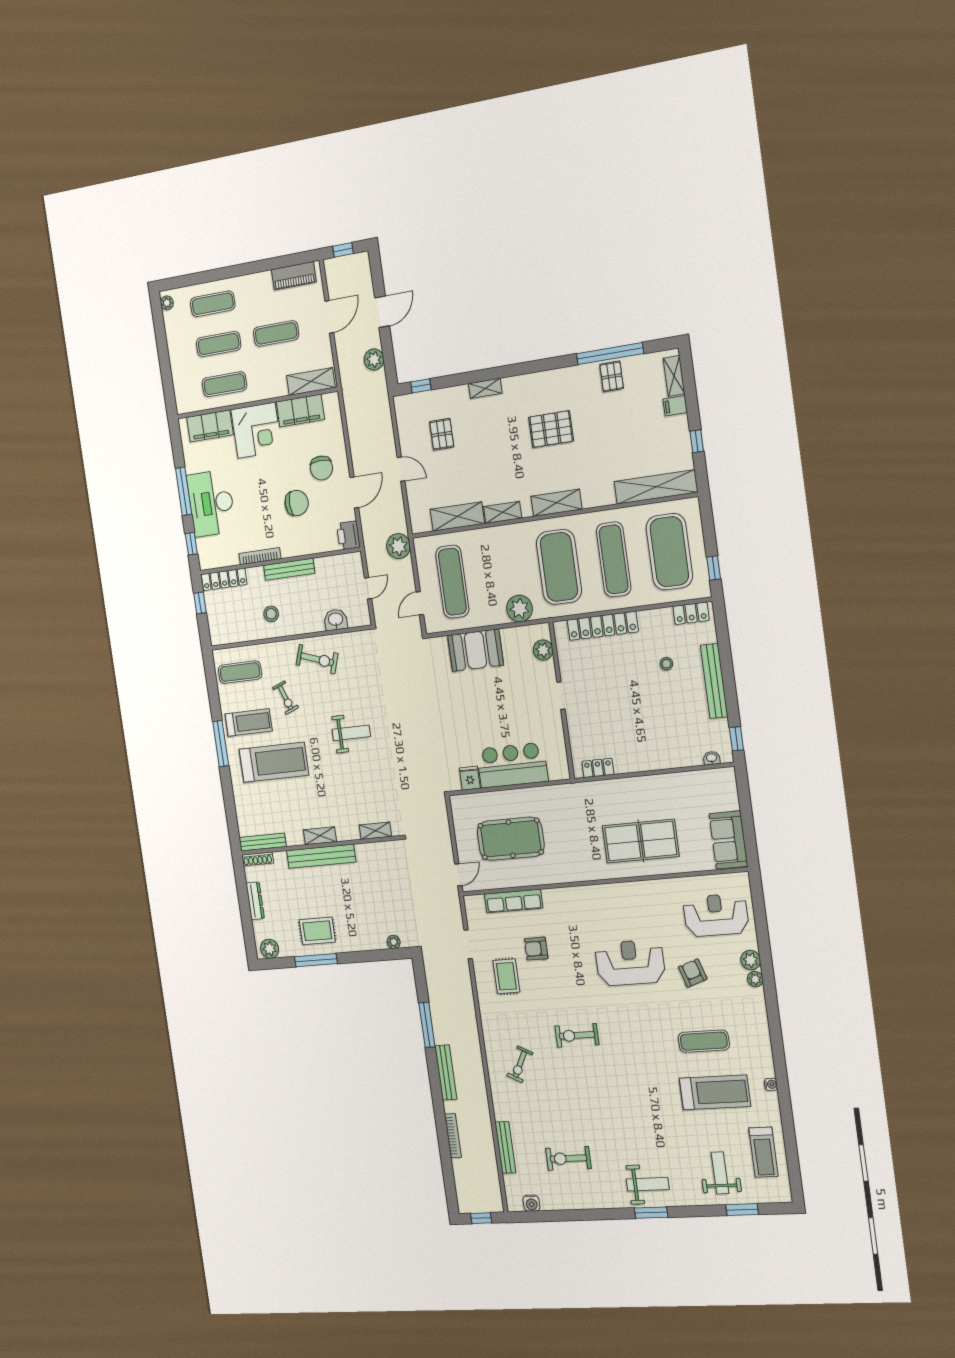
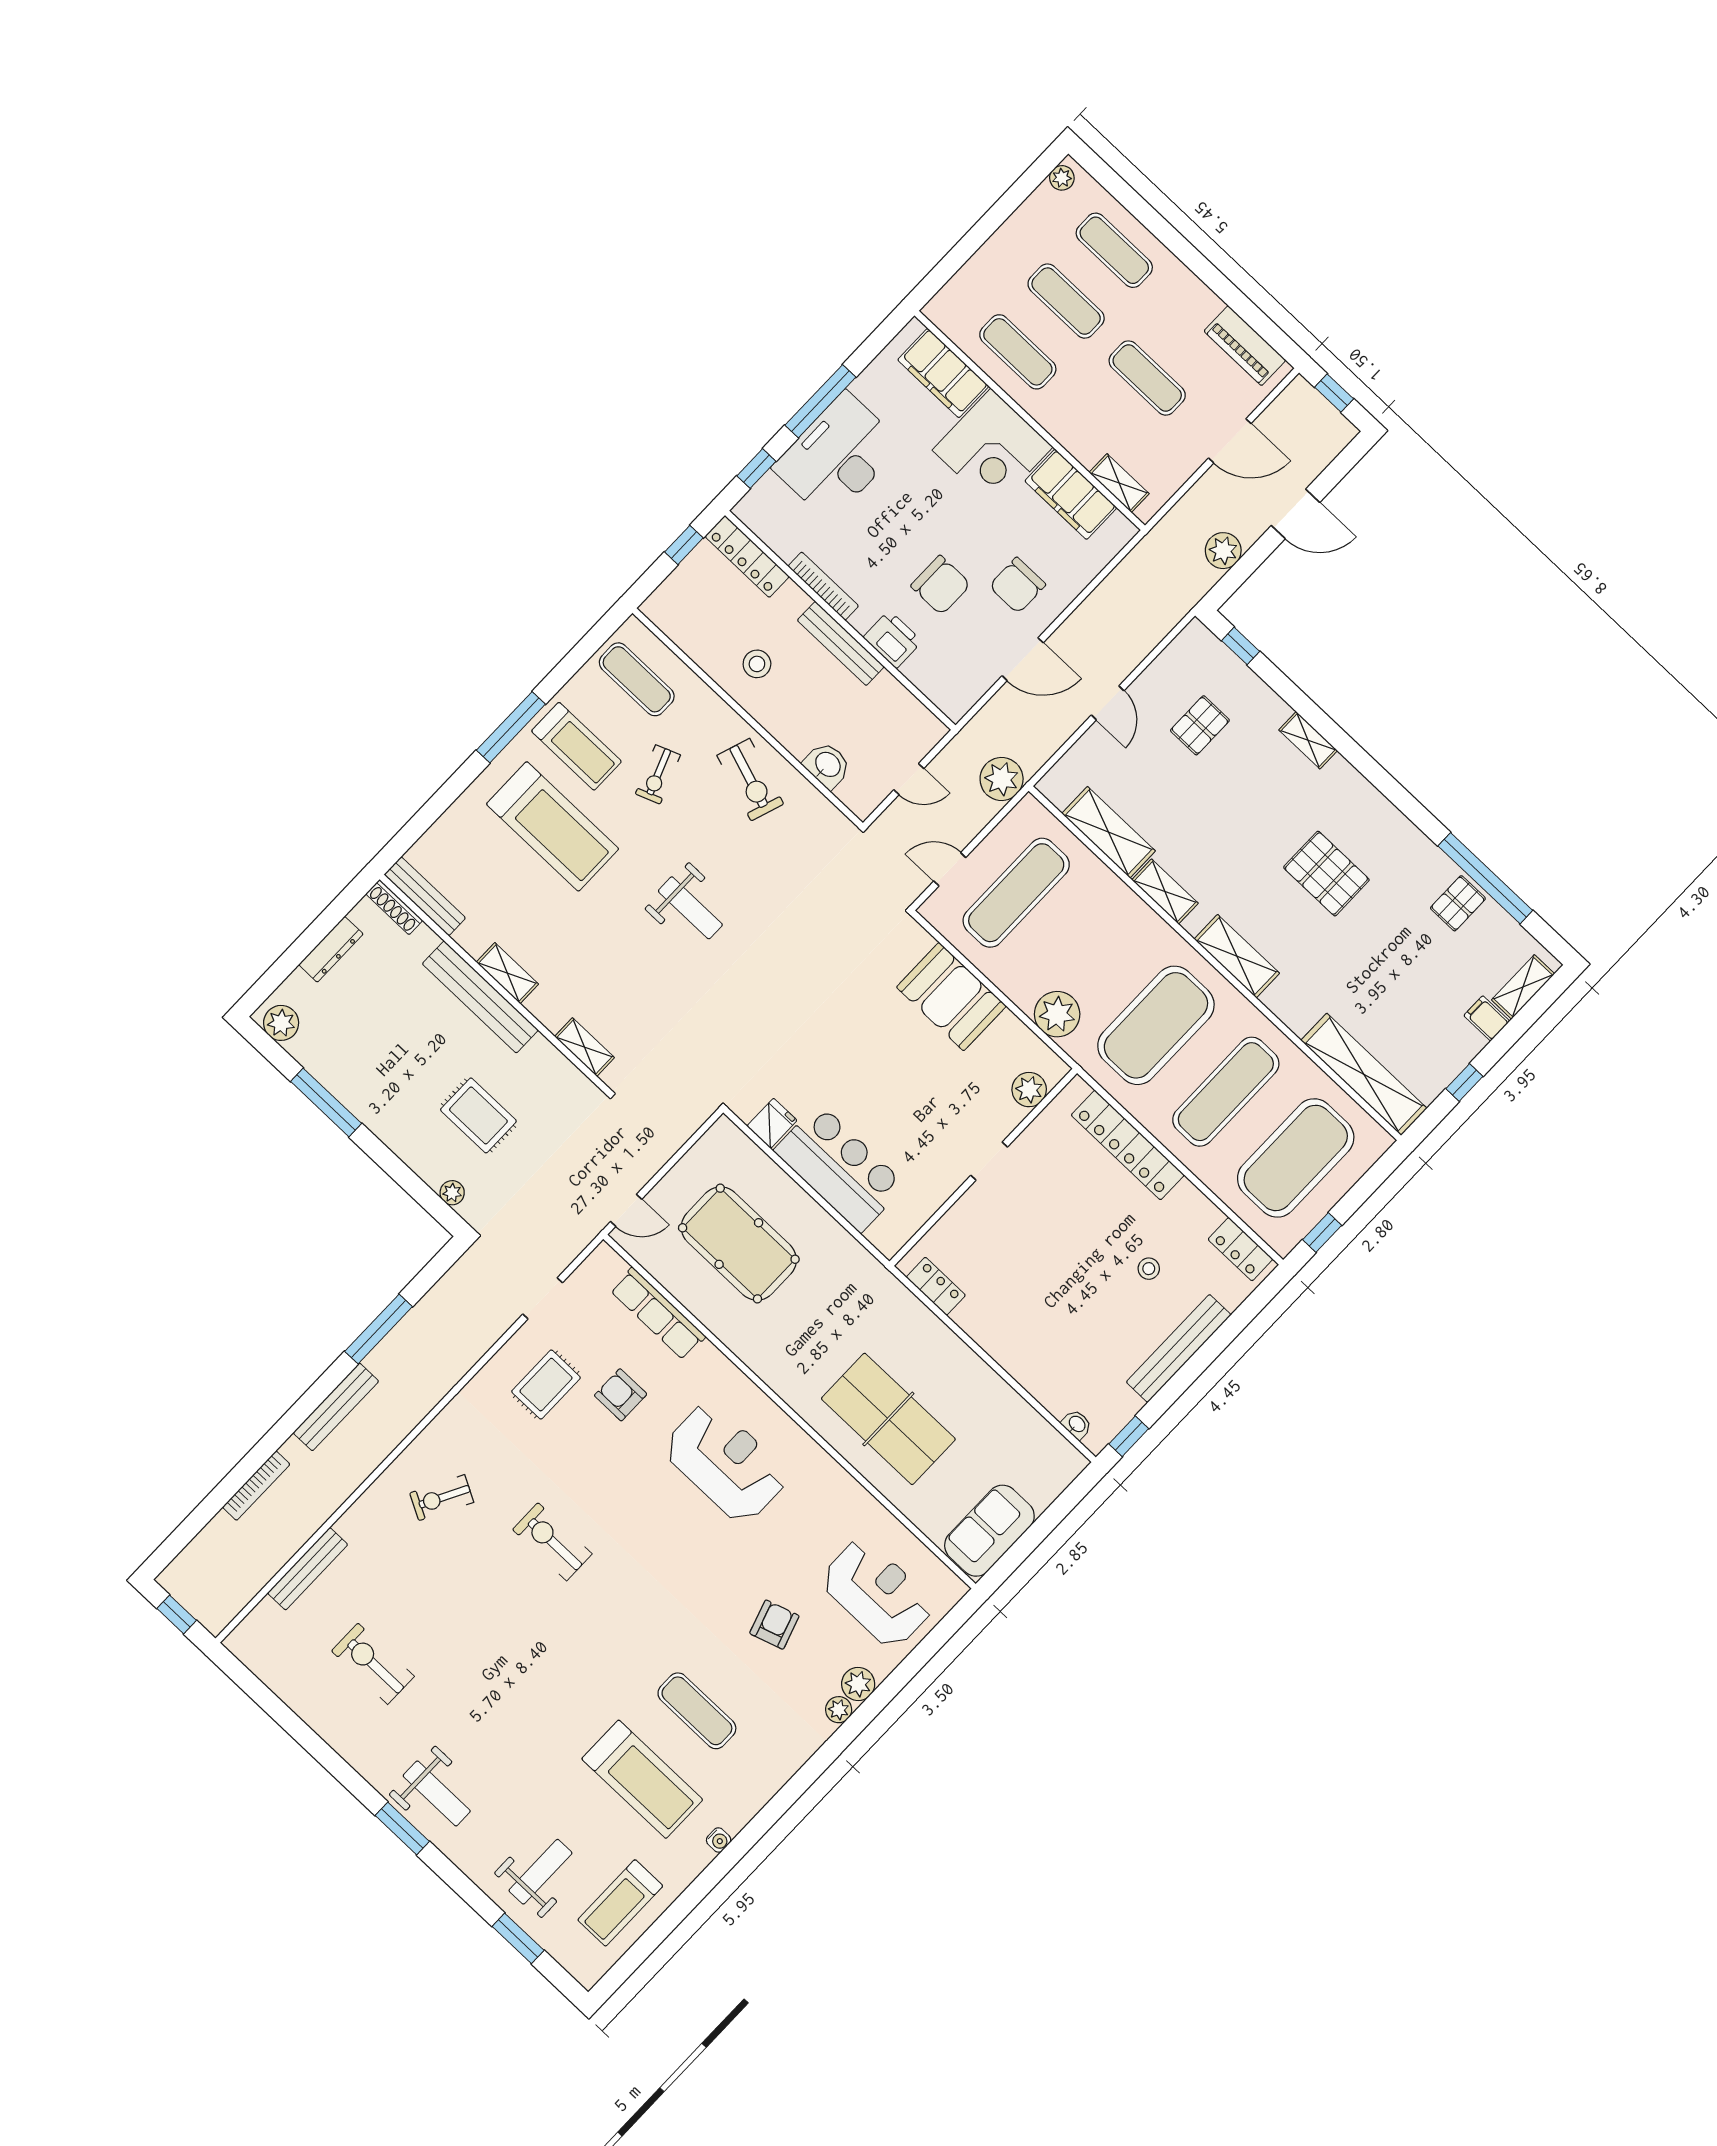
shelving: (311, 382) -> (1119, 483), width x0.67, depth x0.75
printer: (348, 535) -> (893, 639), moved, turned 90
rug: (317, 931) -> (478, 1115), moved
reception desk: (630, 963) -> (726, 1463), moved
water cooler: (531, 1203) -> (264, 1664), removed

